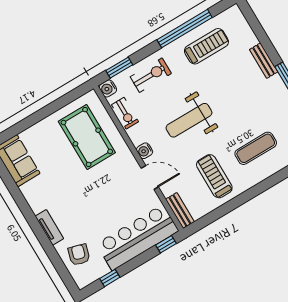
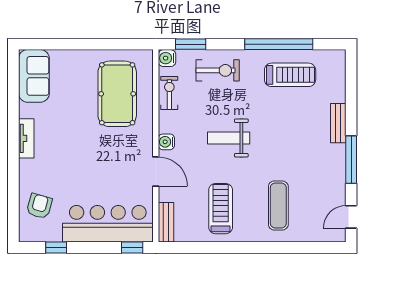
exercise bike: (125, 113) -> (169, 93), turned 180
weight bench: (189, 120) -> (229, 138), width x0.73, depth x0.75
exercise mat: (256, 148) -> (278, 206), turned 90
tv unit: (49, 227) -> (26, 138), moved

